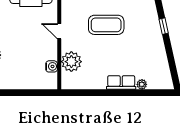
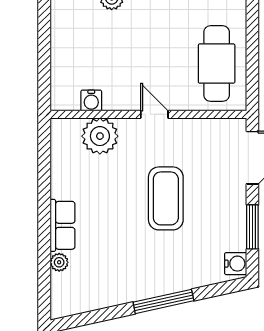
window: (164, 26) -> (163, 301), width x2.17
door: (59, 31) -> (154, 114), hinge flipped

